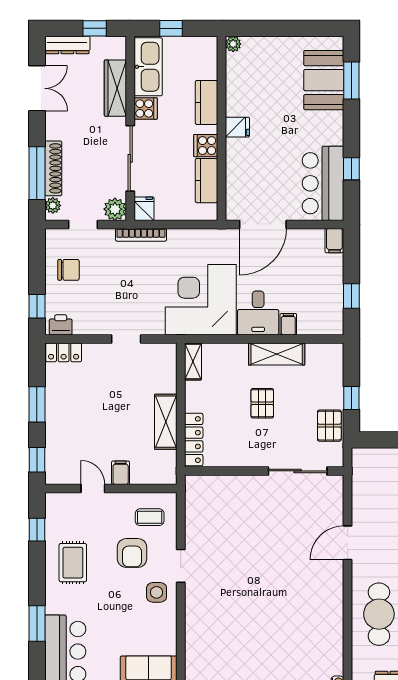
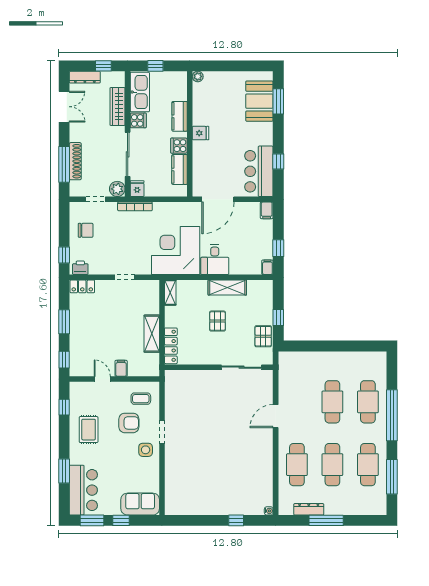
plant: (53, 205) -> (75, 186), removed
filing cabinet: (288, 324) -> (267, 267), moved
armchair: (132, 553) -> (129, 423), turned -90

